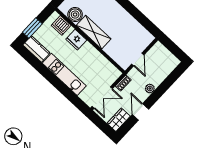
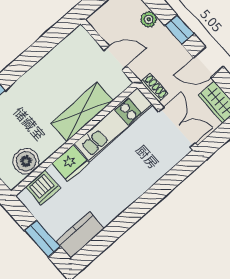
shelving: (94, 32) -> (82, 112), moved
kitchen unit: (64, 74) -> (114, 124), moved, turned 180
plant: (150, 88) -> (149, 19), moved
window: (157, 94) -> (179, 30), added

